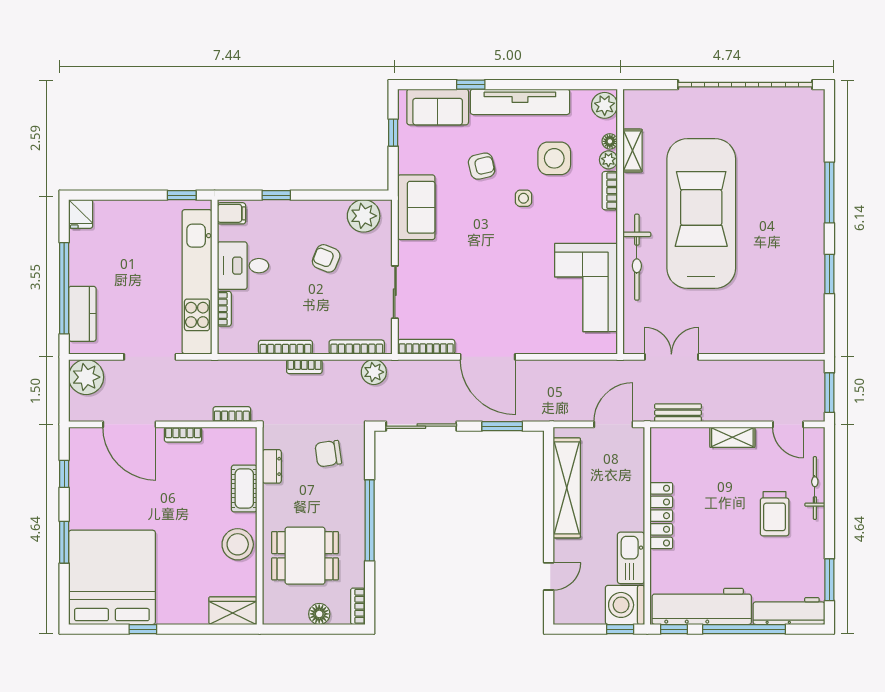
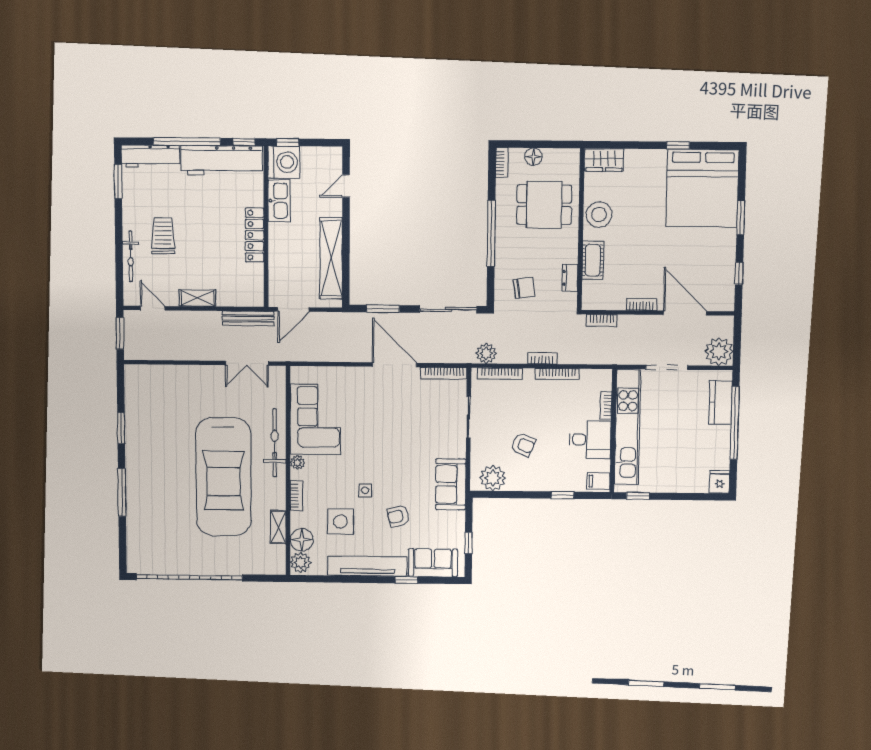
floor lamp: (610, 141) -> (302, 540), width x1.89, depth x1.89
plant: (608, 160) -> (297, 463), moved
bench: (678, 413) -> (248, 318), width x1.36

